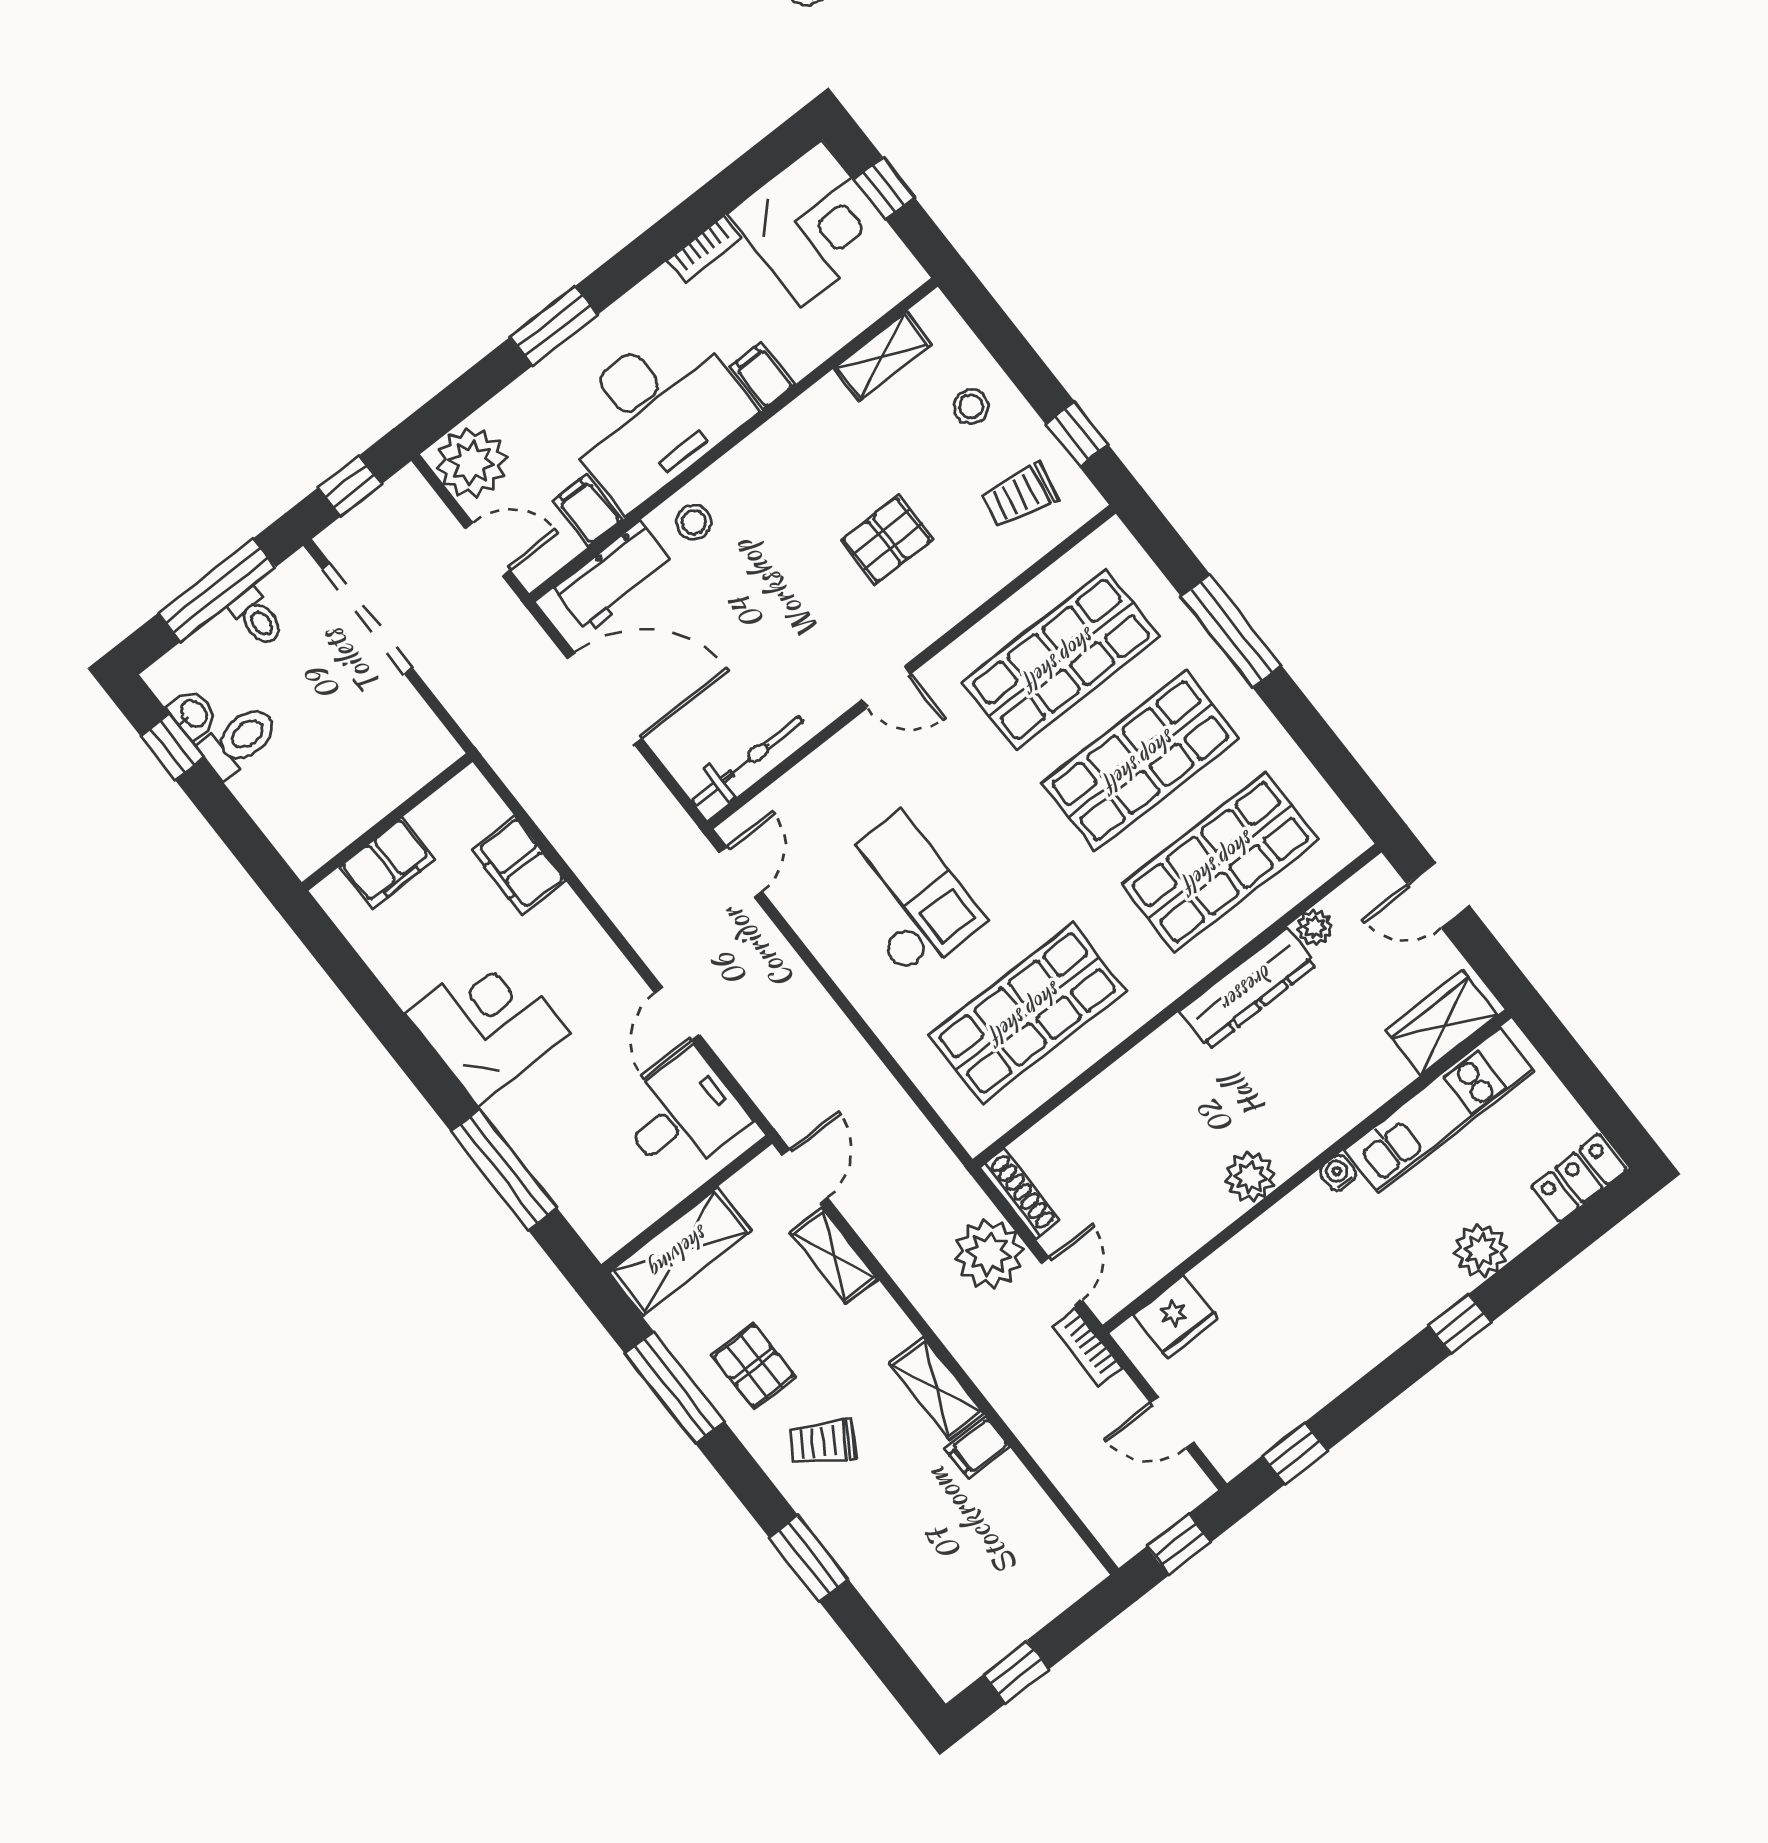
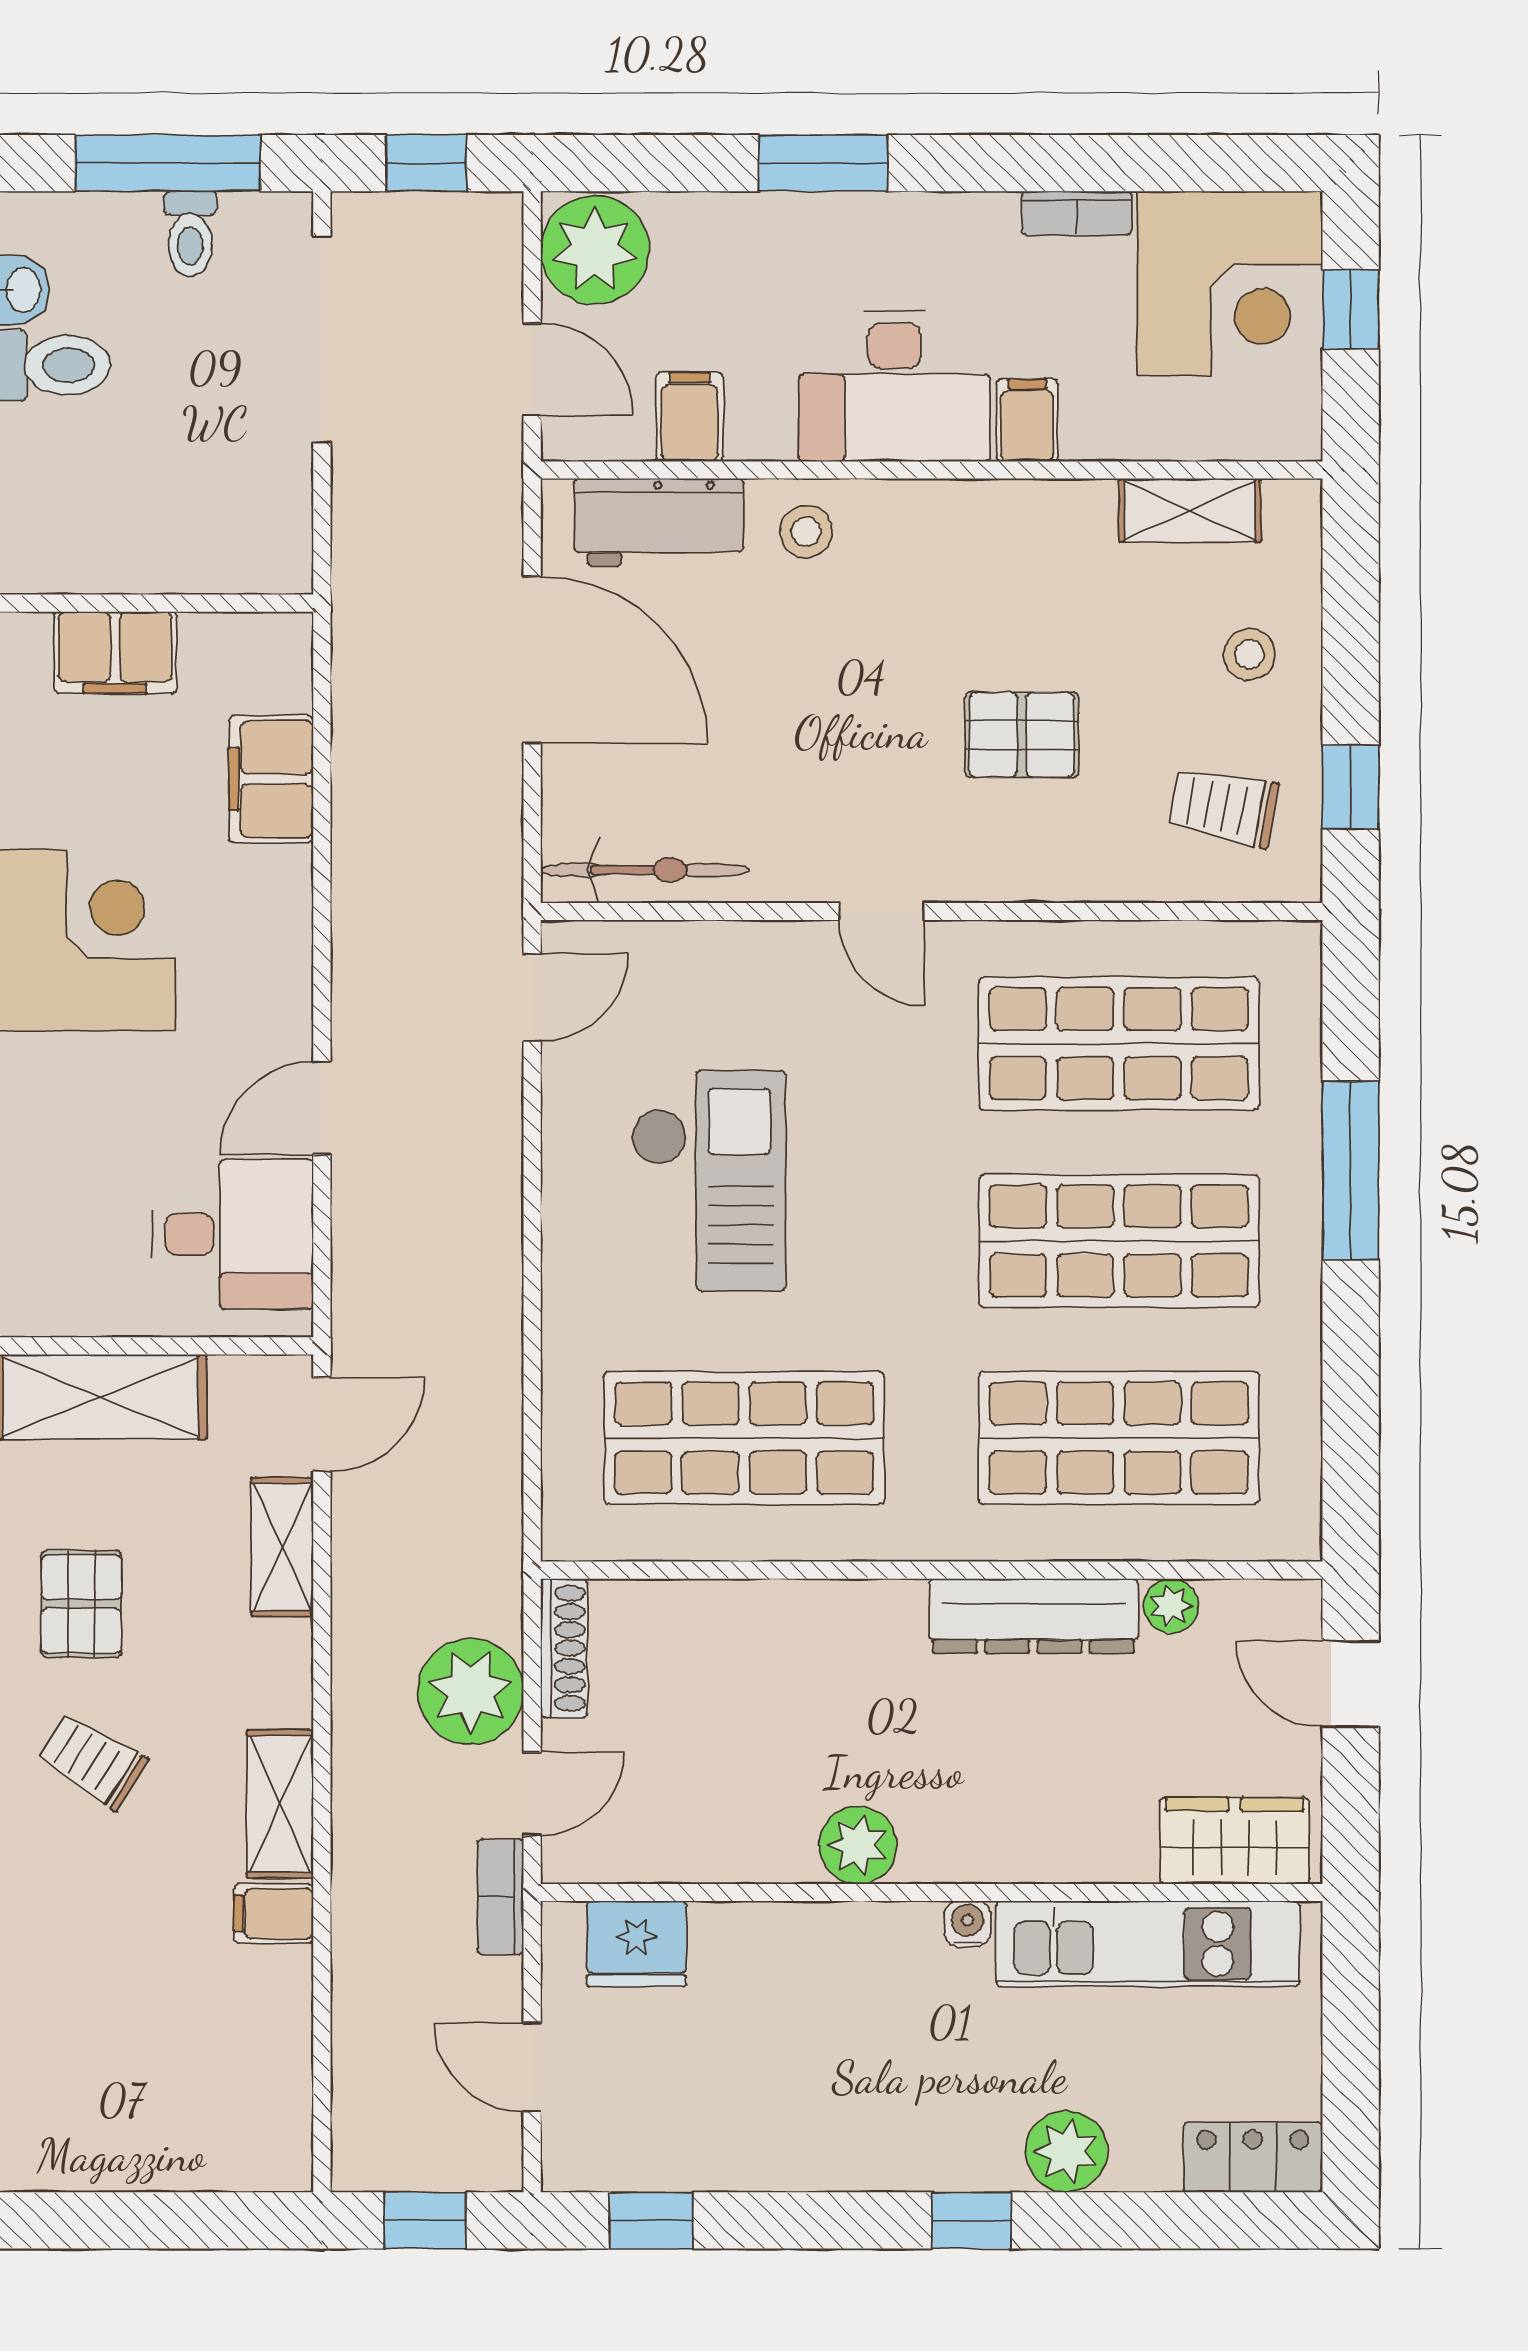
desk: (654, 414) -> (895, 386), width x0.73, depth x0.77
window: (1016, 1672) -> (108, 2220), removed

